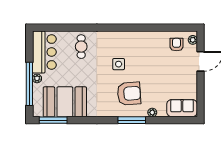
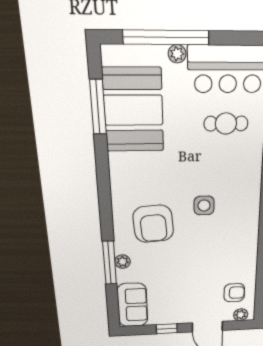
cafe table: (81, 47) -> (226, 124), moved
window: (200, 87) -> (167, 329), added
window: (53, 120) -> (98, 107), moved
window: (132, 120) -> (110, 263), moved

